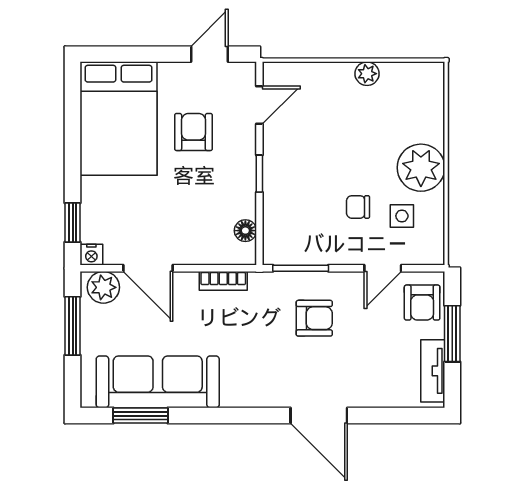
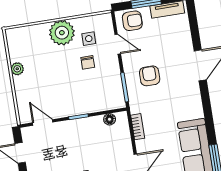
armchair: (193, 132) -> (62, 155), removed

